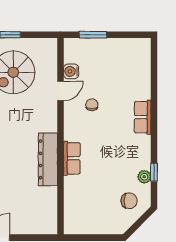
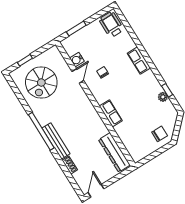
wheelchair: (137, 55) -> (111, 25), added
dresser: (48, 159) -> (114, 152), moved
chair: (129, 201) -> (160, 134), moved

